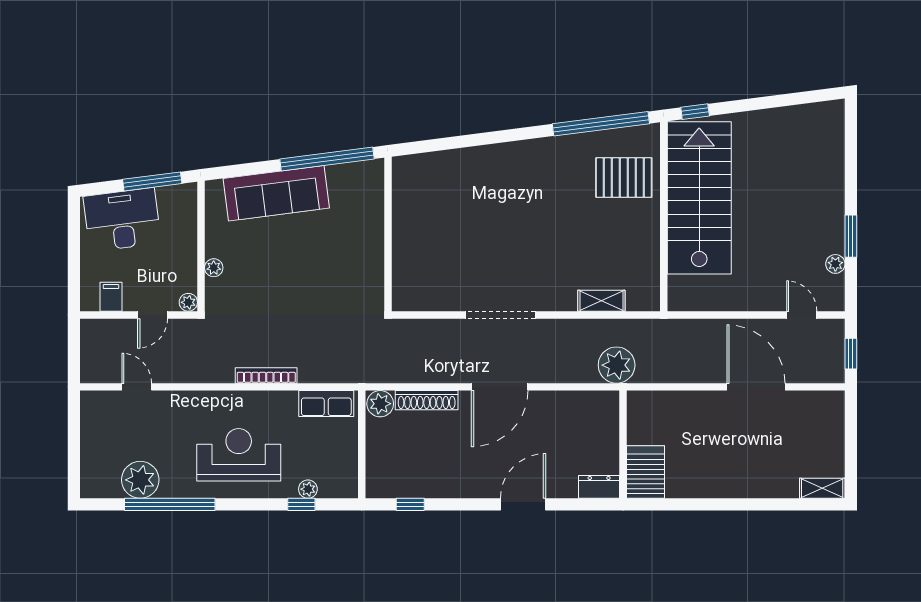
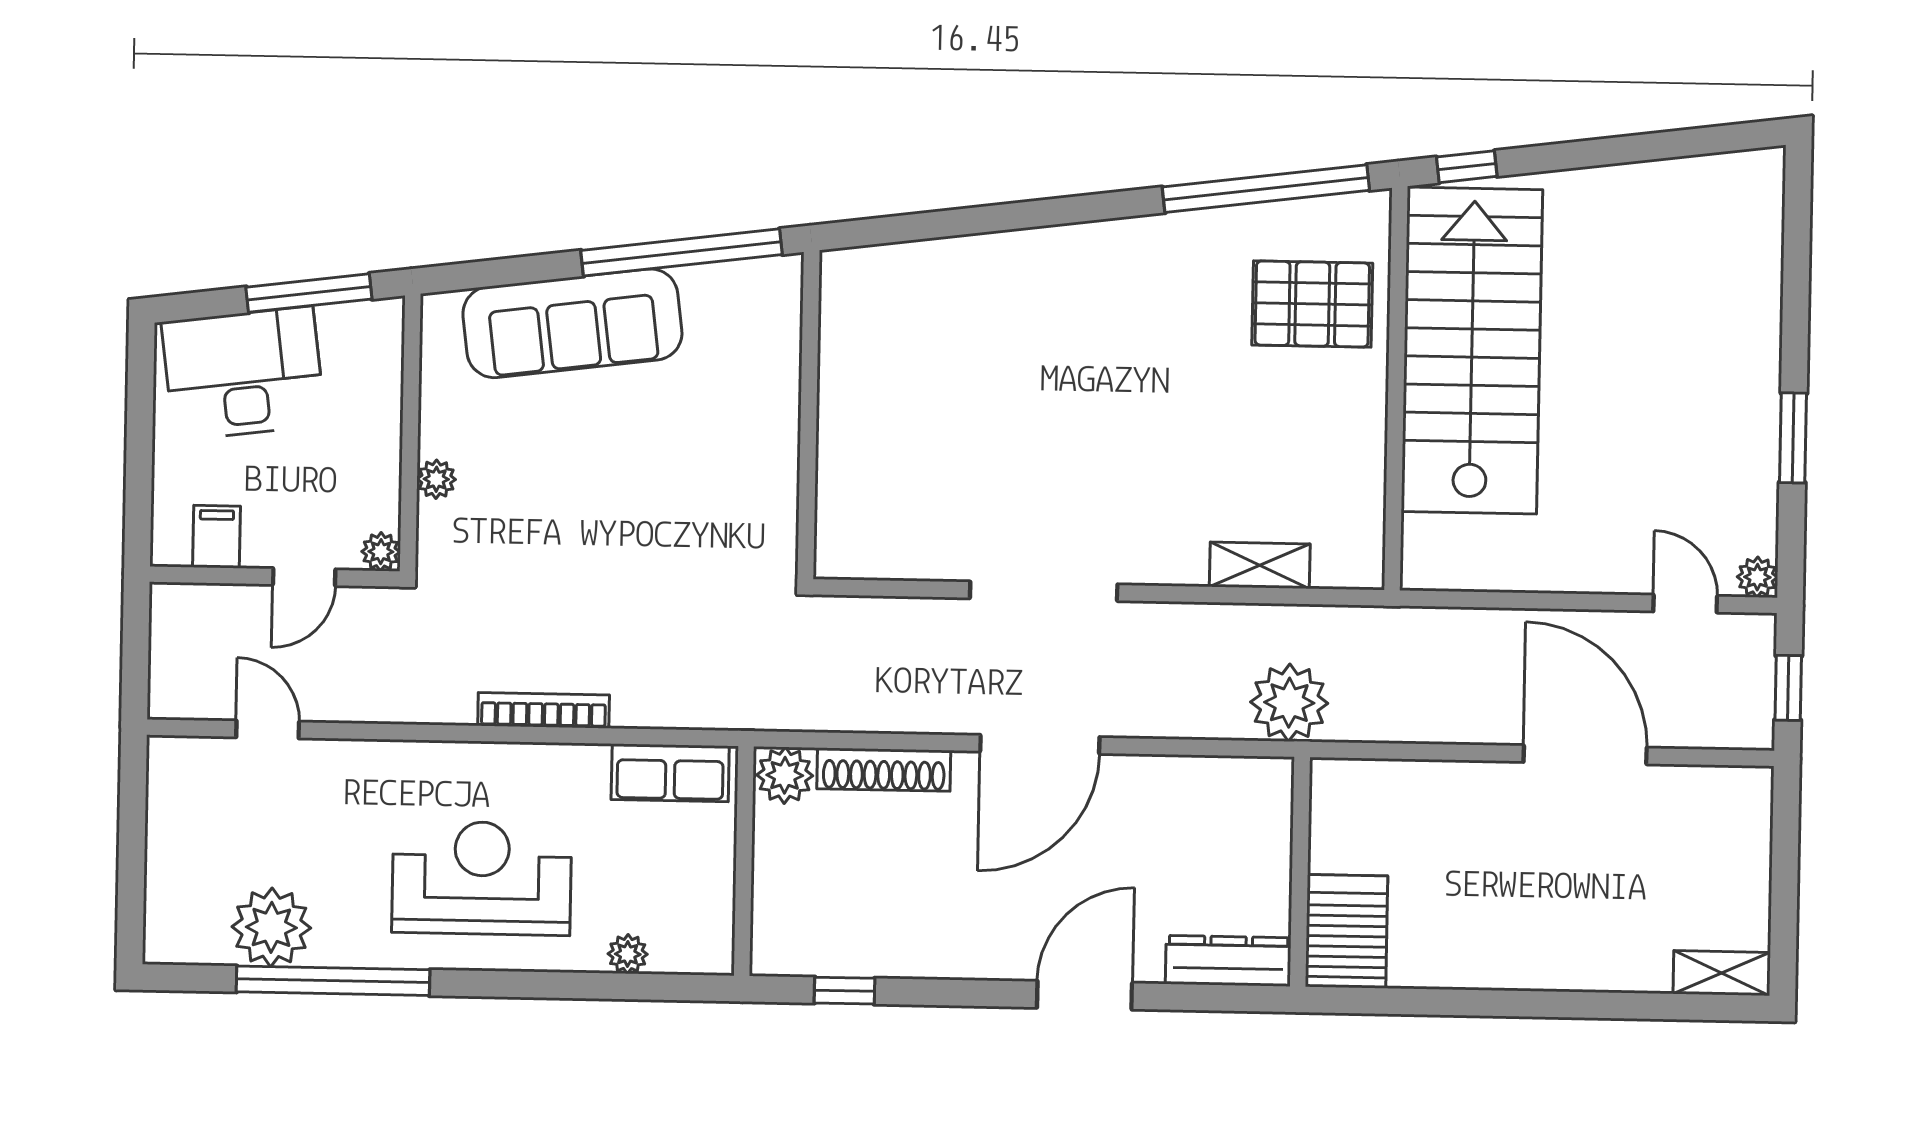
plant: (835, 264) -> (1757, 577), moved
dresser: (599, 487) -> (1228, 961), width x1.44
window: (301, 504) -> (613, 986), removed

